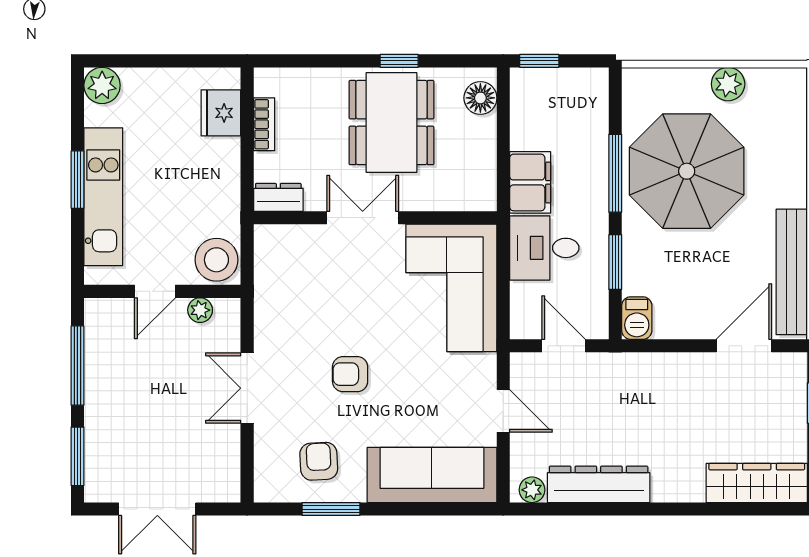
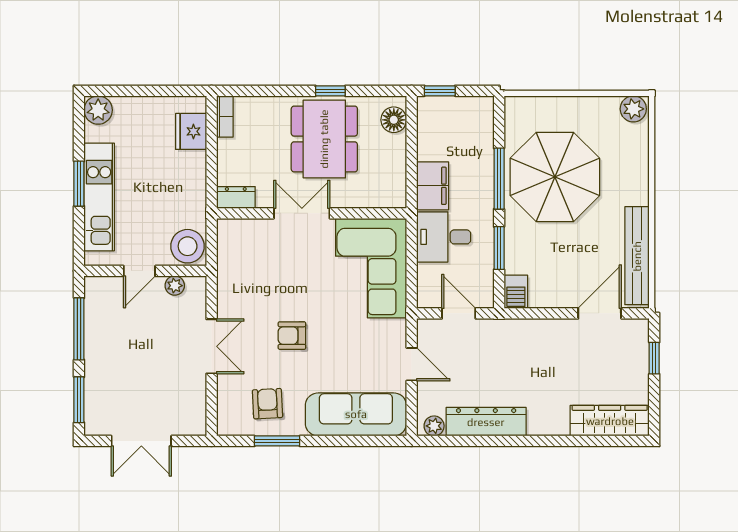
plant: (728, 84) -> (633, 109), moved
bookcase: (264, 124) -> (225, 117), moved
double door: (247, 388) -> (212, 346), swing flipped

